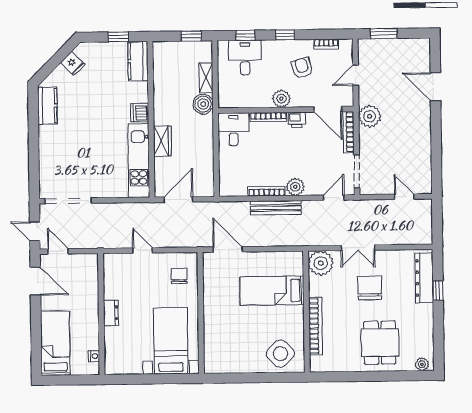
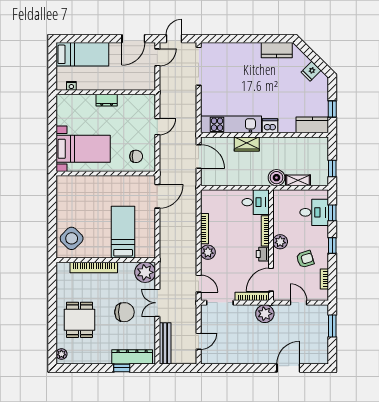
bench: (276, 208) -> (165, 343), moved
dining table: (380, 343) -> (80, 320), turned 90

